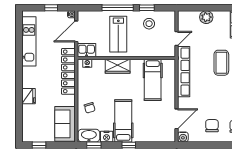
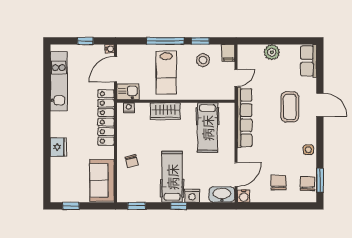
filing cabinet: (170, 18) -> (228, 53), added
washbasin: (89, 136) -> (222, 195), moved
nightstand: (107, 137) -> (192, 196), moved

